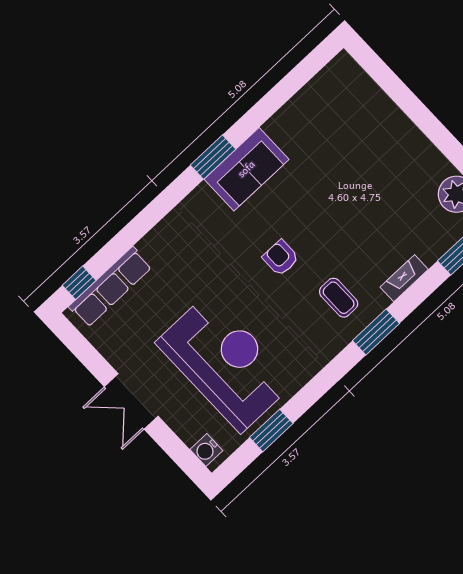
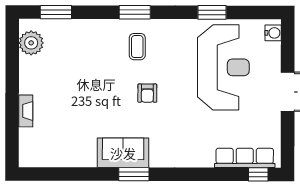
fireplace: (404, 278) -> (26, 111), moved, turned -90
reception desk: (225, 363) -> (223, 67), turned 180
window: (271, 430) -> (212, 12), moved

